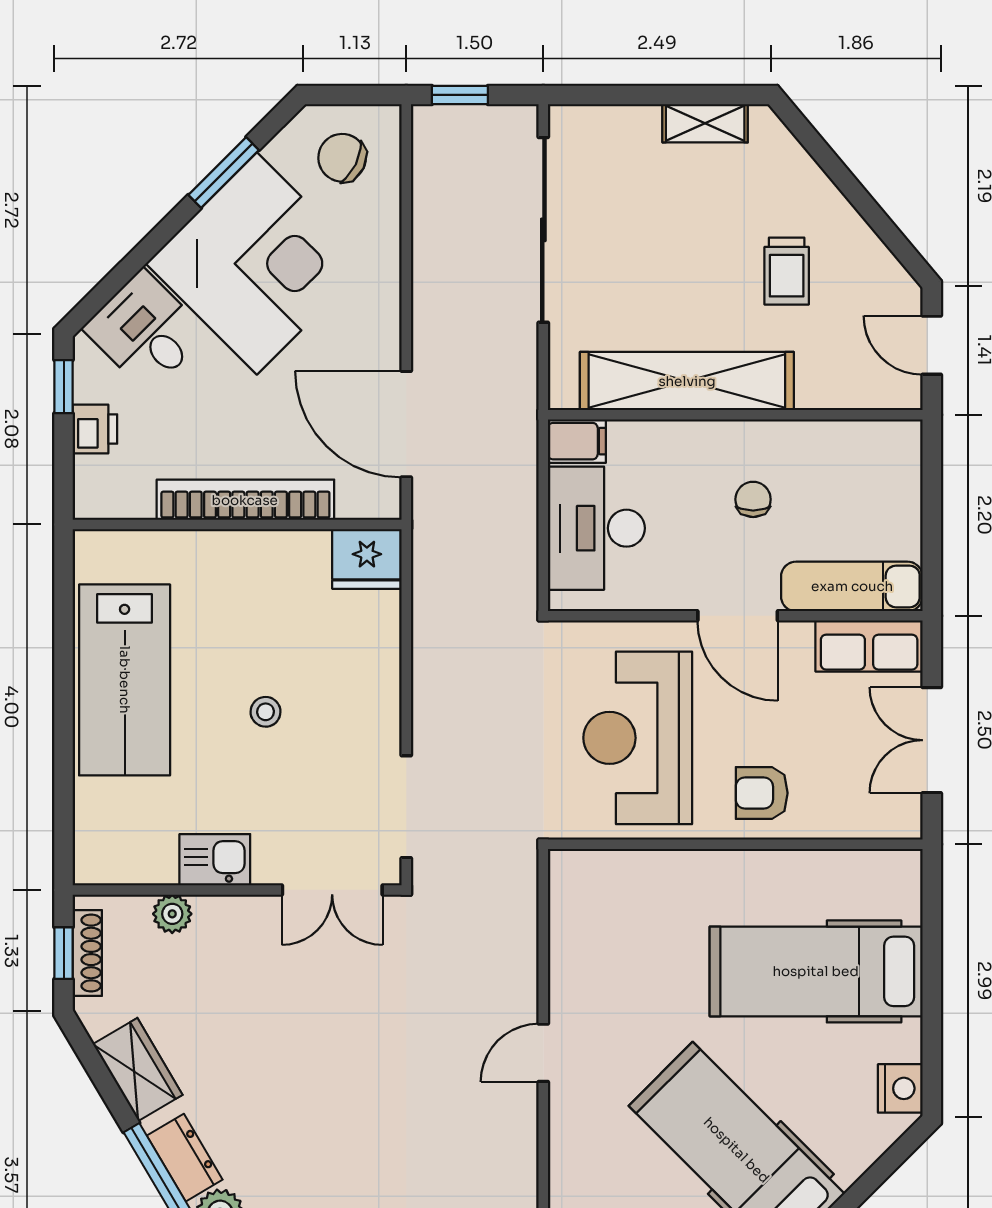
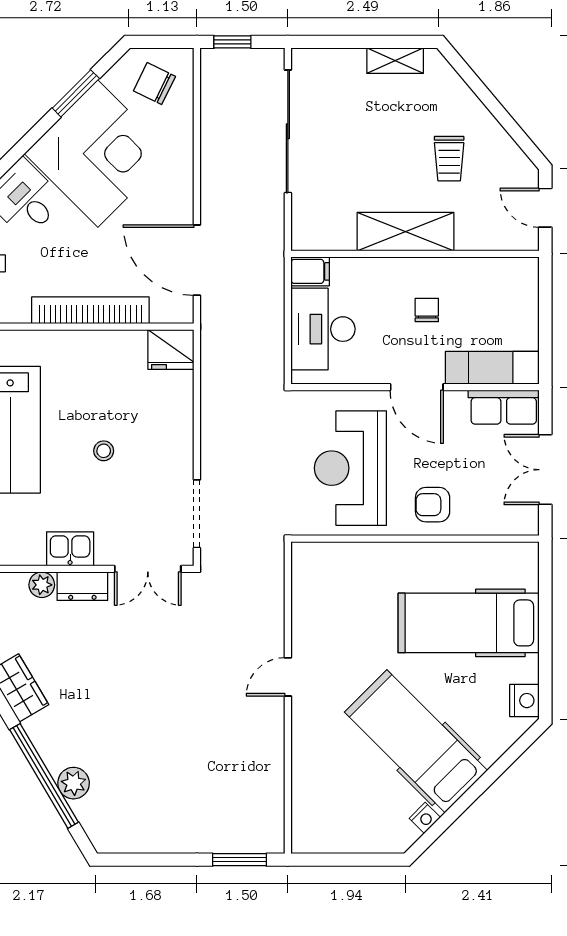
shelving: (687, 381) -> (406, 232), width x0.68
dresser: (185, 1158) -> (82, 586), moved, turned 121

